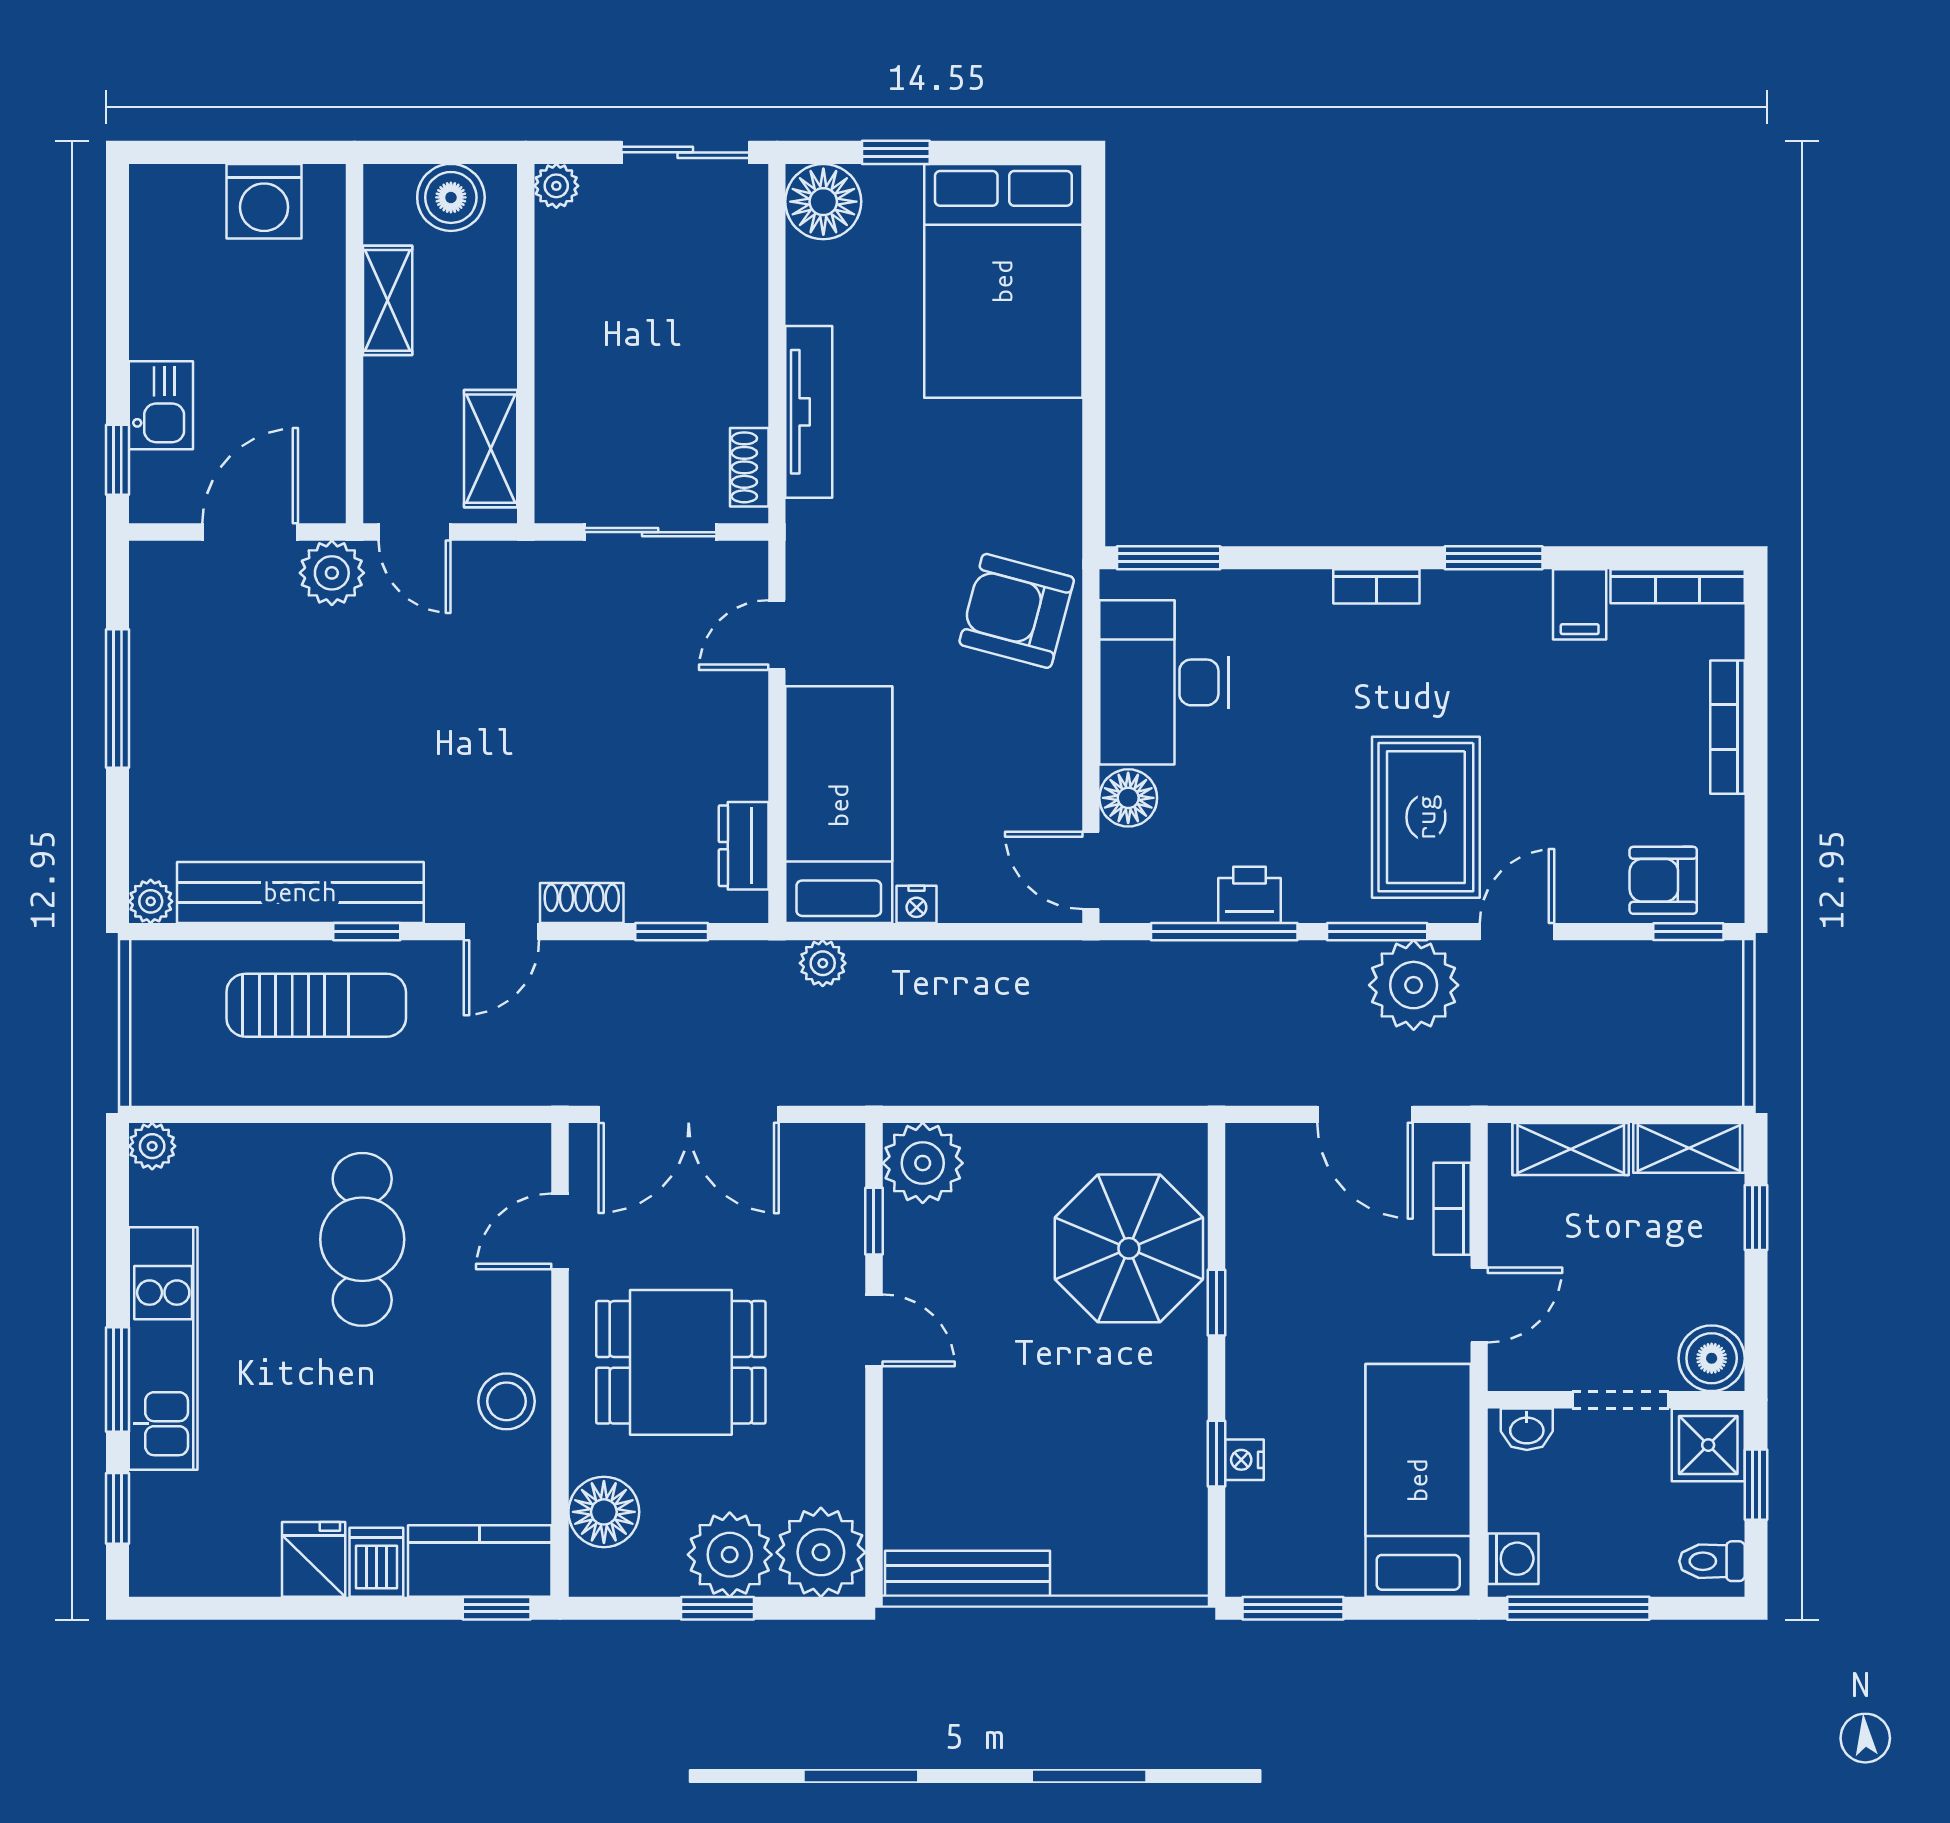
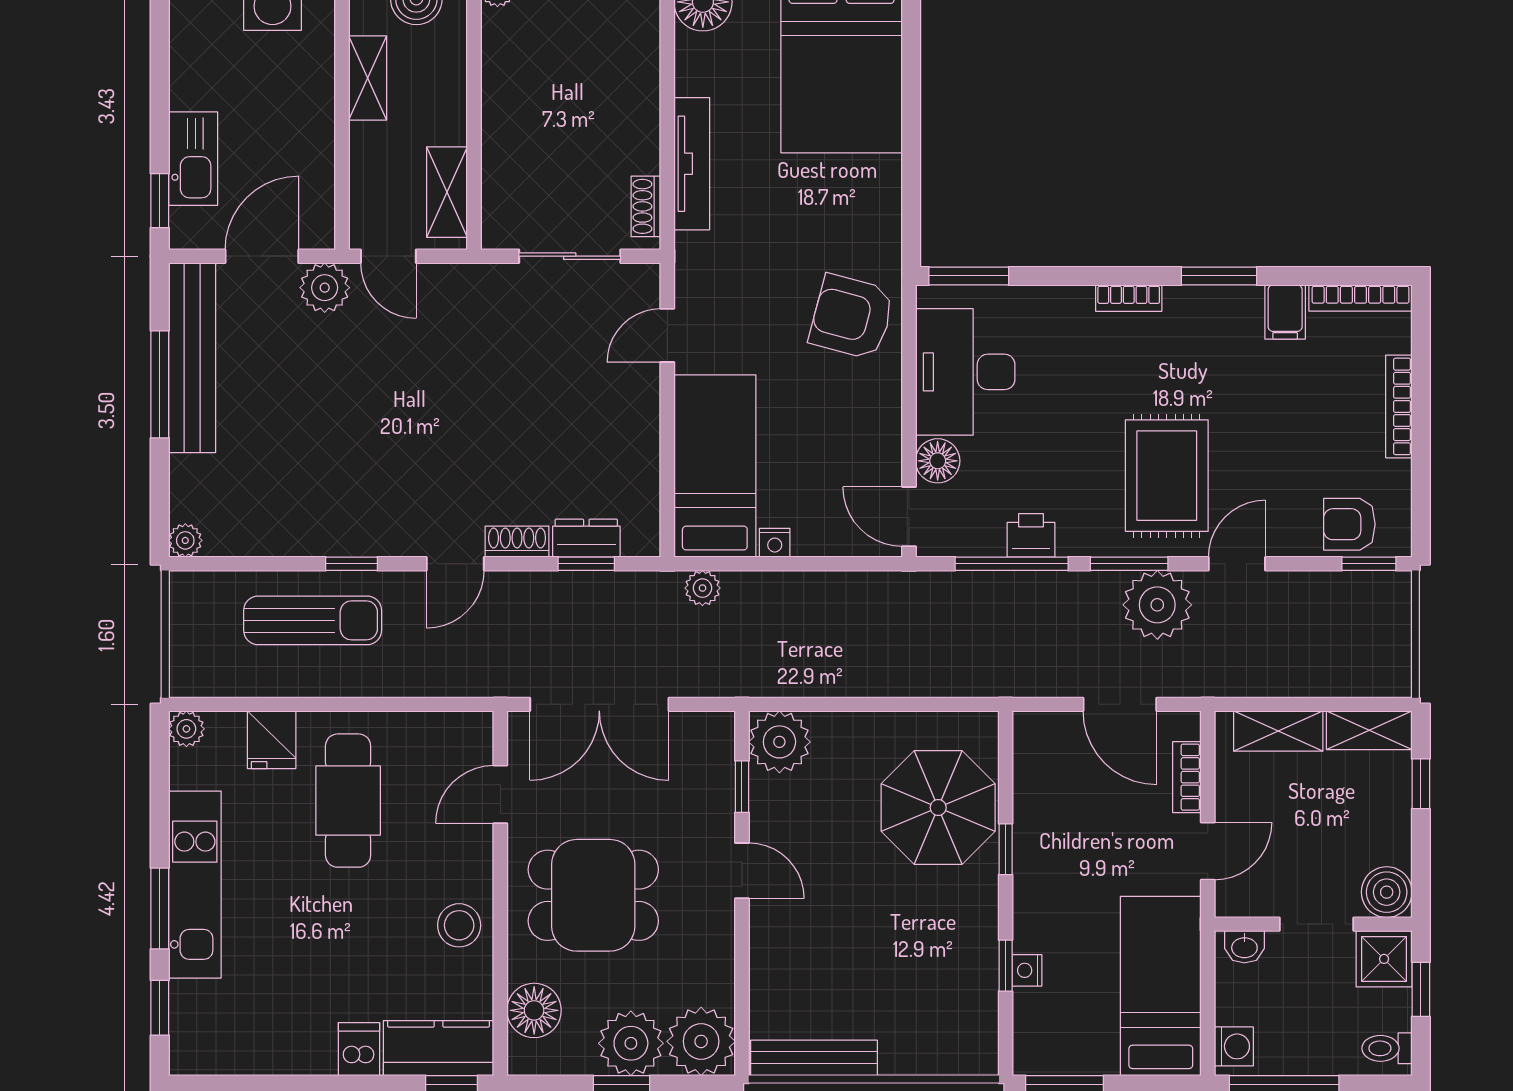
kitchen sink: (161, 405) -> (193, 159), width x1.38
dresser: (744, 846) -> (586, 538), moved, turned 90
bench: (300, 892) -> (192, 358), moved, turned 90
fridge: (314, 1559) -> (272, 740), moved, turned 180

